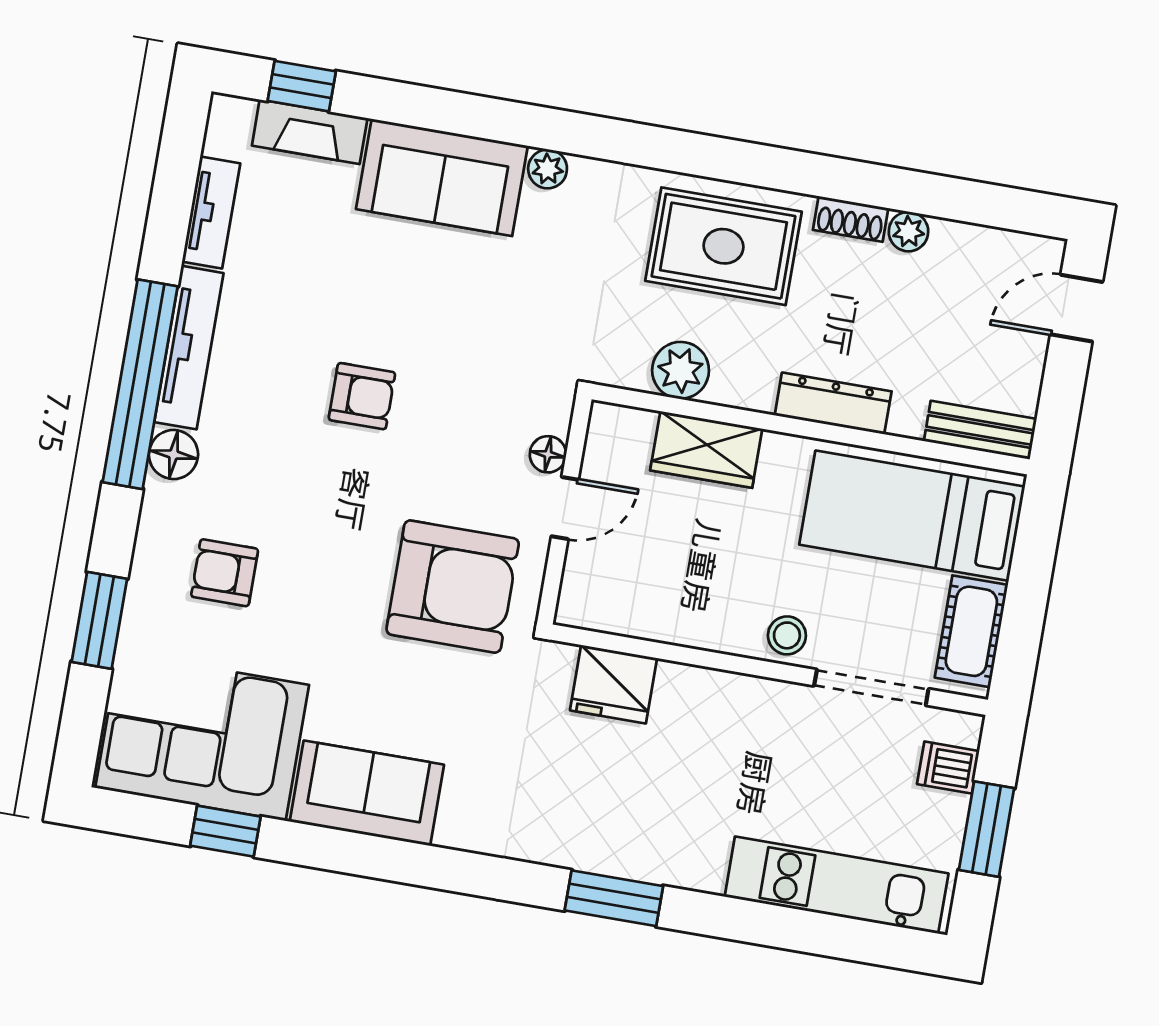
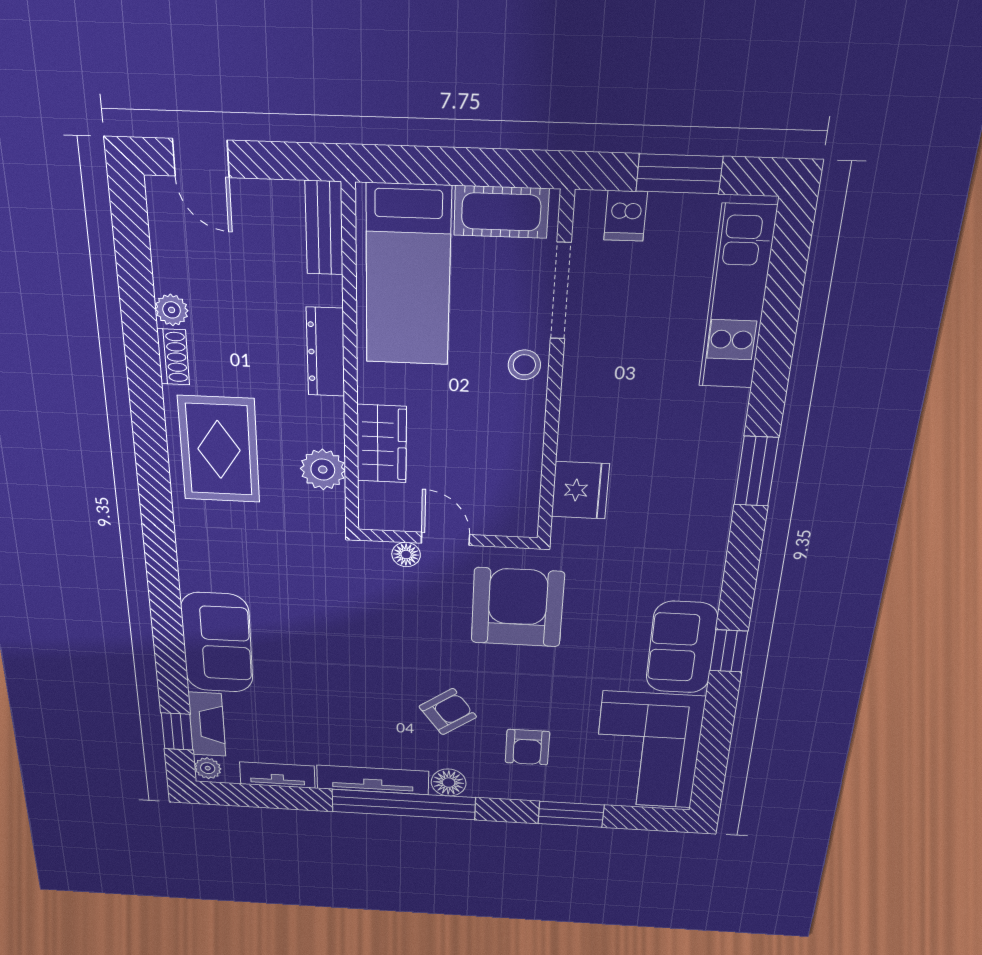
plant: (548, 169) -> (208, 768), moved
armchair: (362, 396) -> (448, 712), moved, turned 54
window: (225, 831) -> (729, 651), moved

